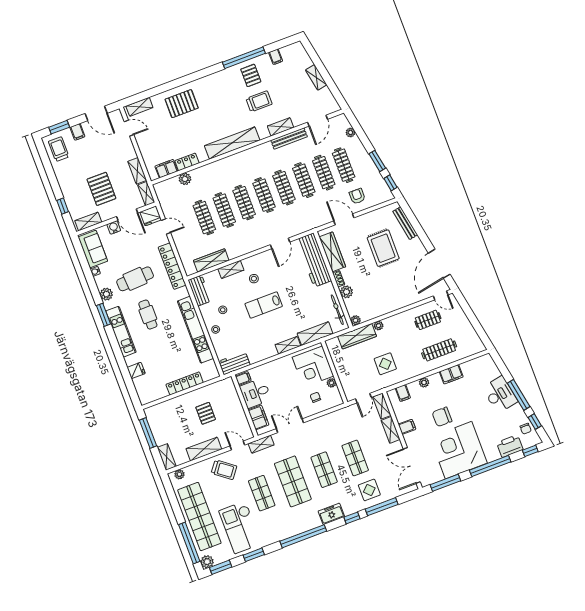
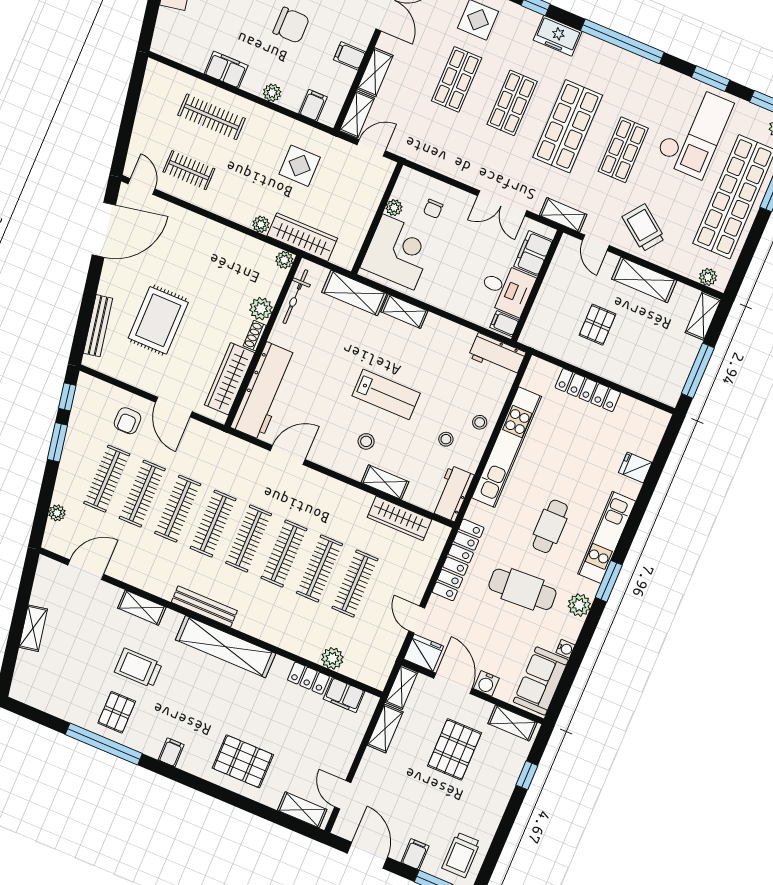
filing cabinet: (276, 57) -> (171, 752), moved
bench: (289, 139) -> (204, 607), moved

